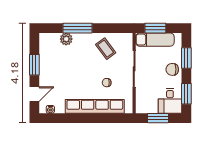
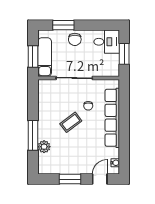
coffee table: (106, 49) -> (71, 122), moved
door: (34, 94) -> (100, 179), hinge flipped
window: (186, 94) -> (99, 25), removed

